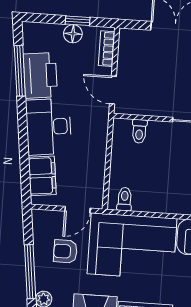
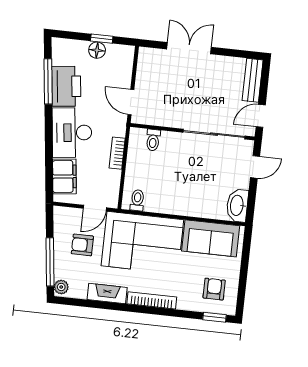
bookcase: (107, 49) -> (117, 153), moved

